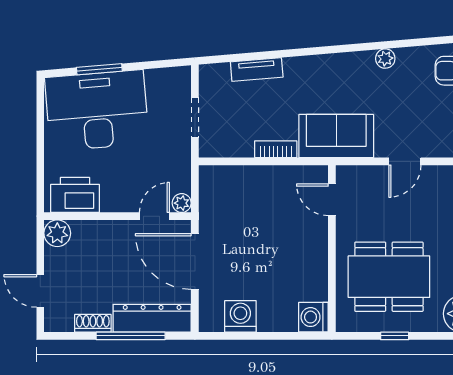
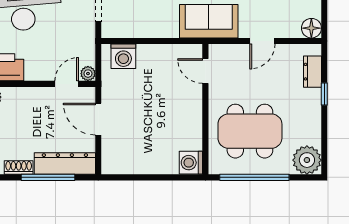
bookcase: (276, 149) -> (161, 31), removed
door: (195, 261) -> (98, 119), width x0.73
washing machine: (240, 316) -> (123, 56), moved, turned 180
window: (395, 336) -> (254, 177), width x3.17

